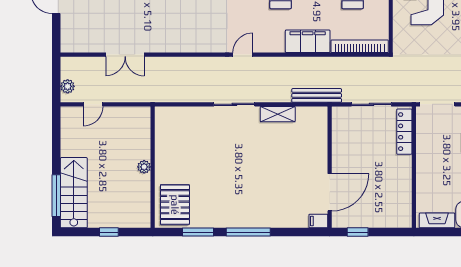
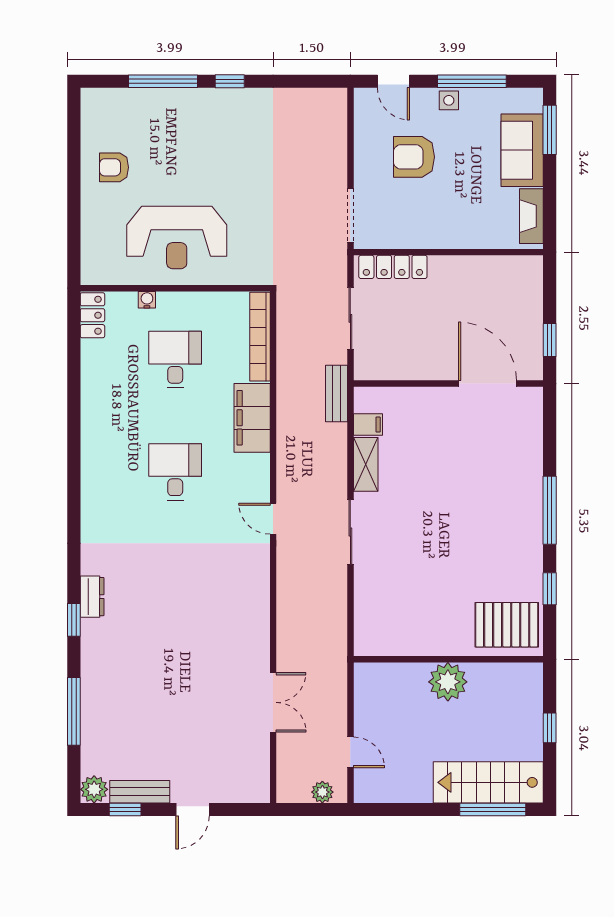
bench: (317, 95) -> (337, 393), width x0.73
plant: (144, 167) -> (448, 682), width x1.87, depth x1.87
filing cabinet: (318, 221) -> (368, 425), moved, turned -90
window: (198, 232) -> (550, 589), width x0.67

